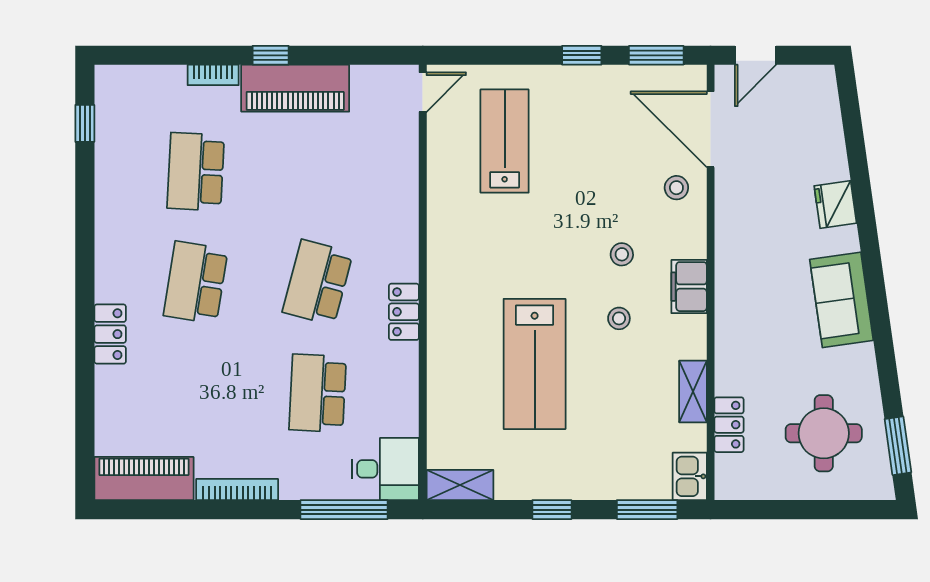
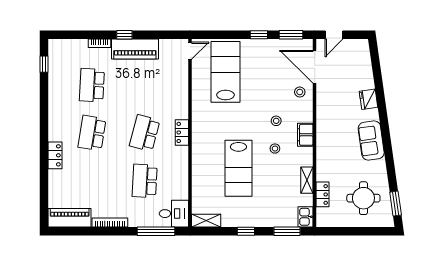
lab bench: (505, 141) -> (226, 72), width x1.36, depth x1.39
locker: (404, 312) -> (182, 132), moved

